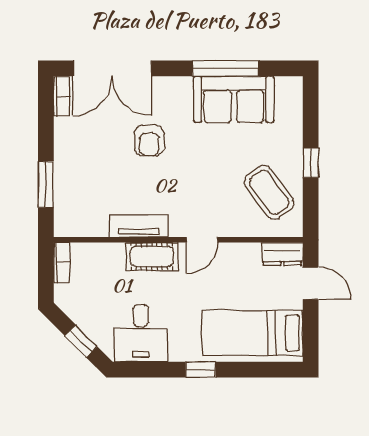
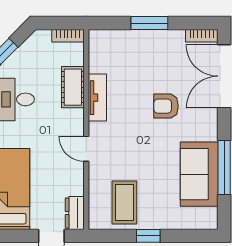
window: (46, 184) -> (149, 23), moved
coffee table: (269, 192) -> (124, 203), turned -54
cot: (152, 256) -> (73, 87), moved

